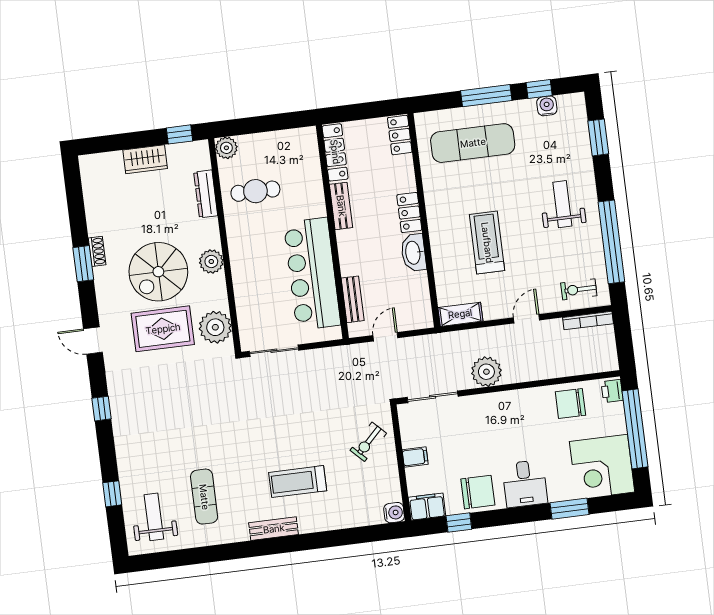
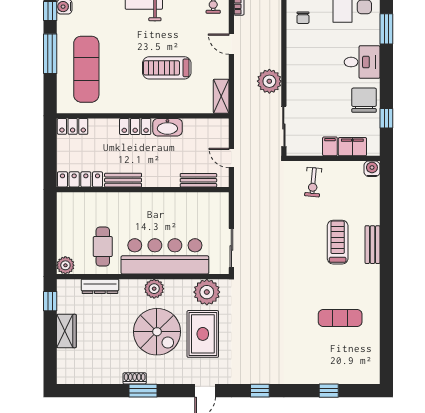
bar counter: (312, 274) -> (165, 256), moved, turned 180
chair: (570, 403) -> (303, 18), width x0.54, depth x0.54
exercise bike: (368, 442) -> (313, 182), turned 50
treadmill: (298, 482) -> (338, 242), turned 180
filing cabinet: (427, 507) -> (352, 147), moved, turned 90
weight bench: (154, 517) -> (351, 360), removed
bench: (274, 529) -> (373, 245), moved

